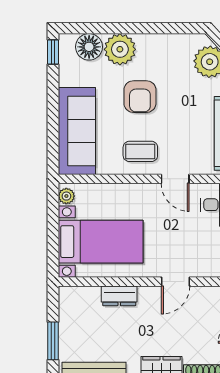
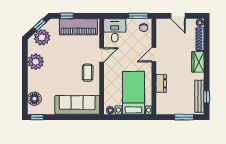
plant: (120, 49) -> (36, 62), moved
armchair: (140, 97) -> (60, 73), removed
door: (176, 282) -> (154, 55), swing flipped

